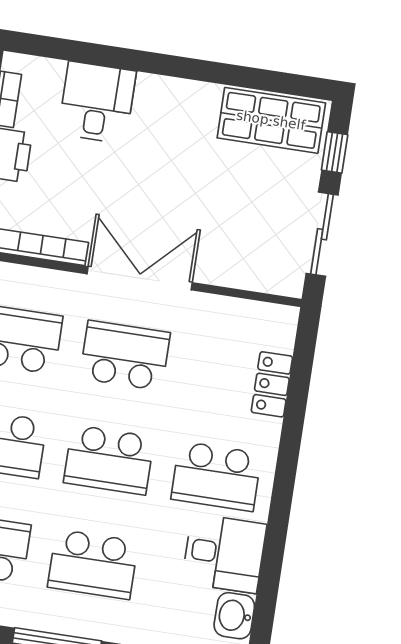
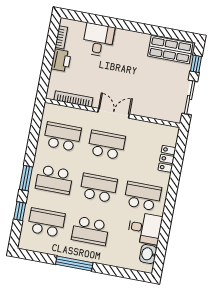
double door: (140, 278) -> (114, 113), width x0.73
school desk: (109, 460) -> (98, 188), turned 180
school desk: (216, 476) -> (143, 196), turned 180

